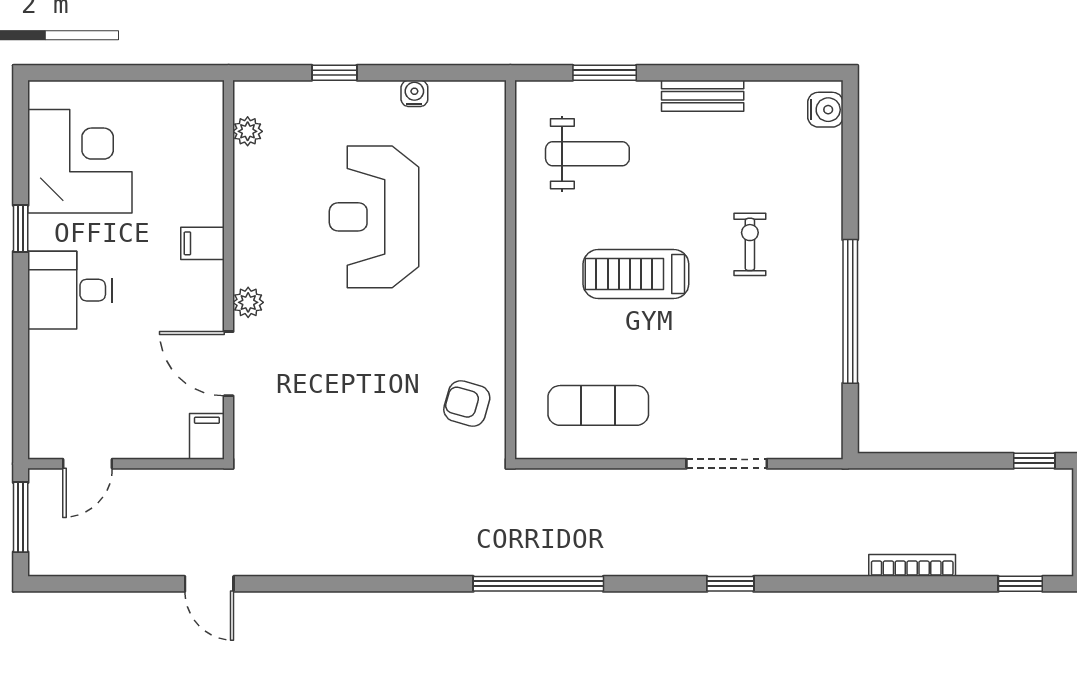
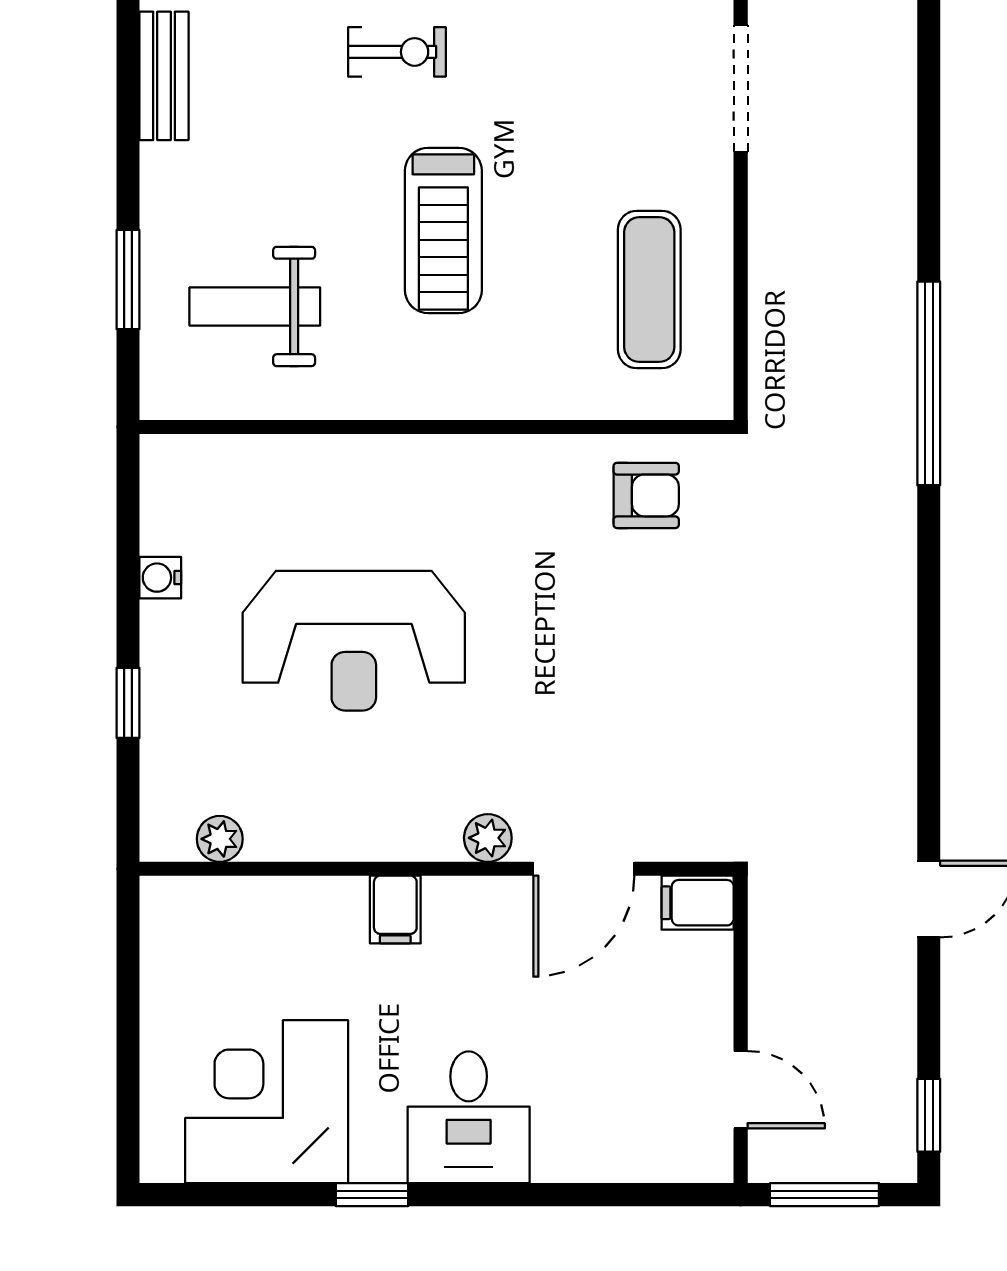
bench: (703, 96) -> (164, 76), moved
weight bench: (587, 154) -> (255, 306), turned -90
exercise bike: (750, 244) -> (397, 52), turned 180
armchair: (467, 404) -> (646, 495), turned -106
window: (730, 584) -> (929, 1115), moved

